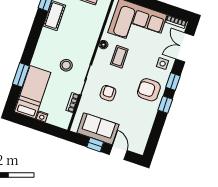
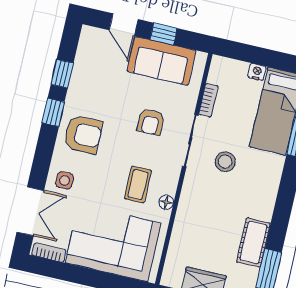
window: (173, 82) -> (62, 74), moved

